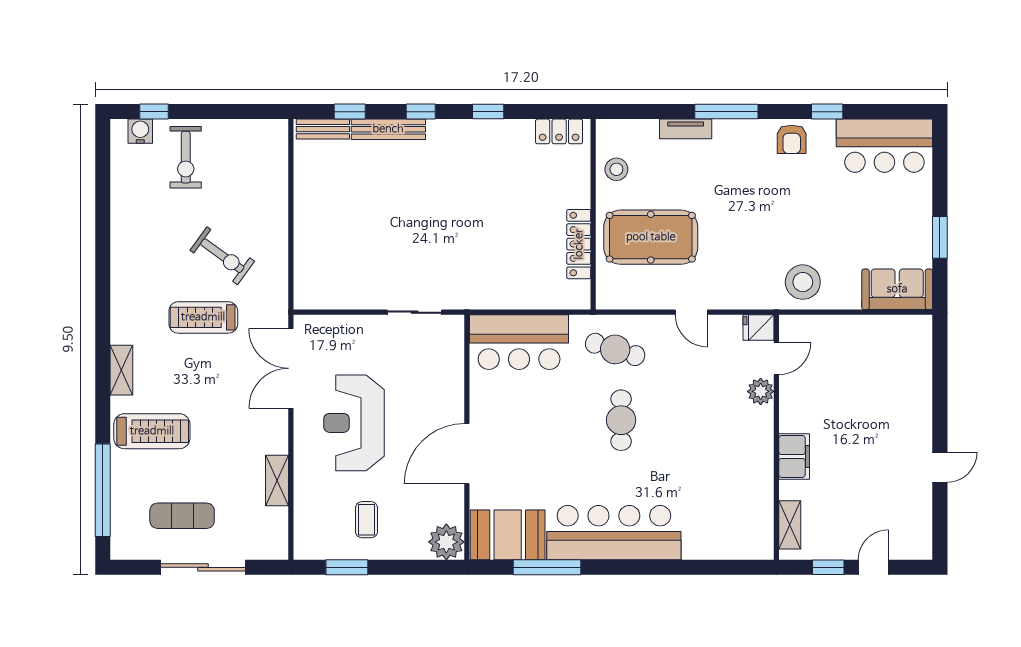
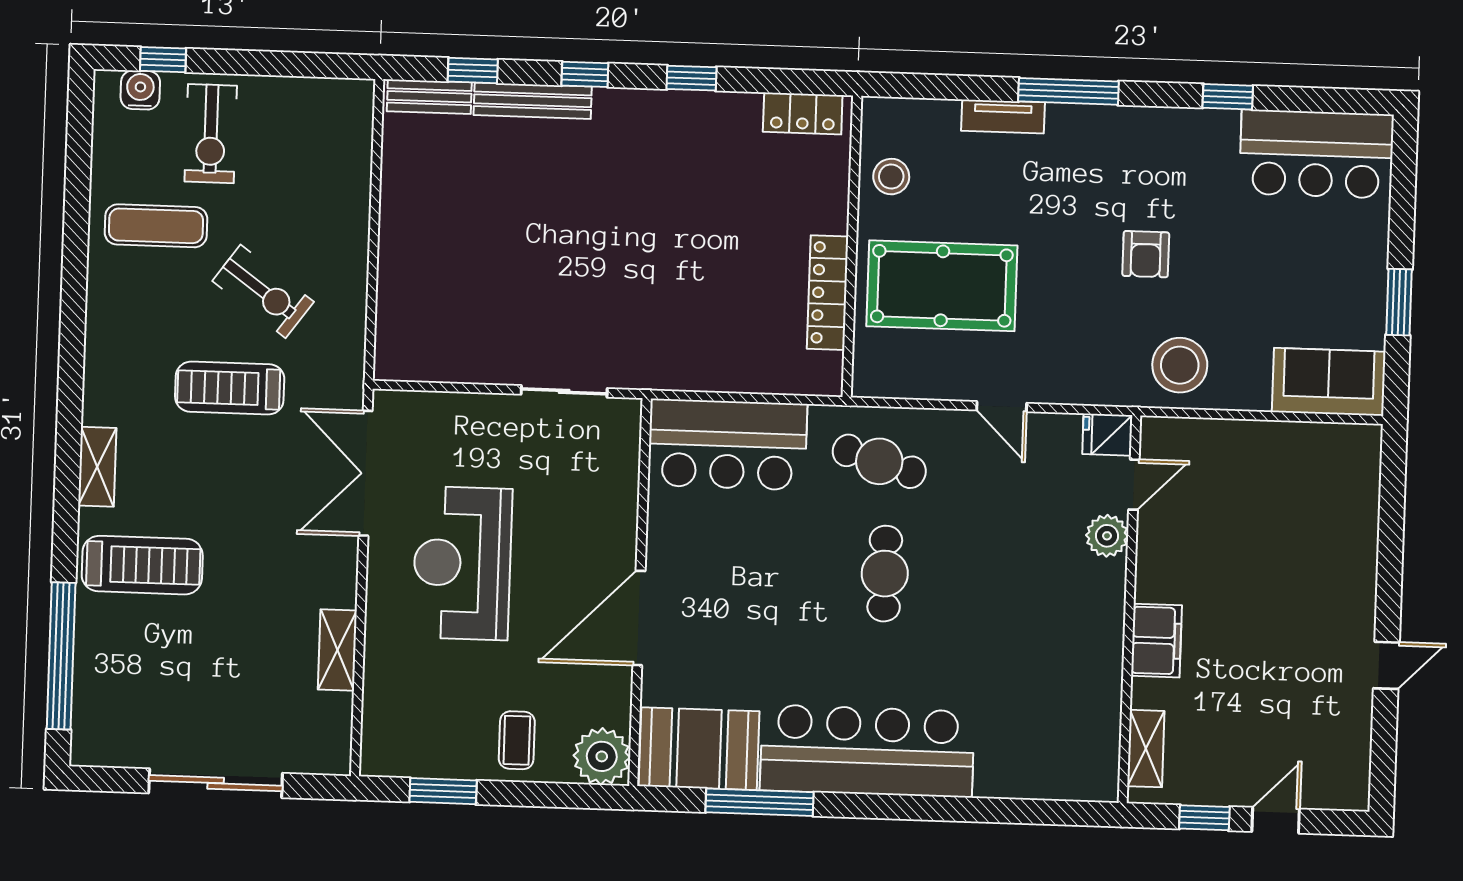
armchair: (792, 139) -> (1146, 254), moved
exercise mat: (182, 516) -> (156, 226), moved
coffee table: (366, 520) -> (517, 740), moved

